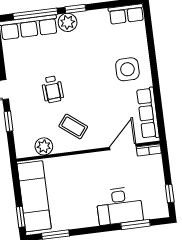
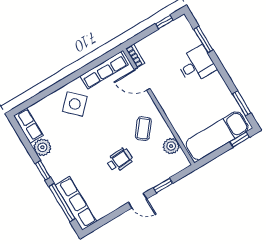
plant: (68, 22) -> (42, 147), moved
side table: (127, 69) -> (75, 104), turned 45
desk: (119, 206) -> (196, 65), width x0.73

